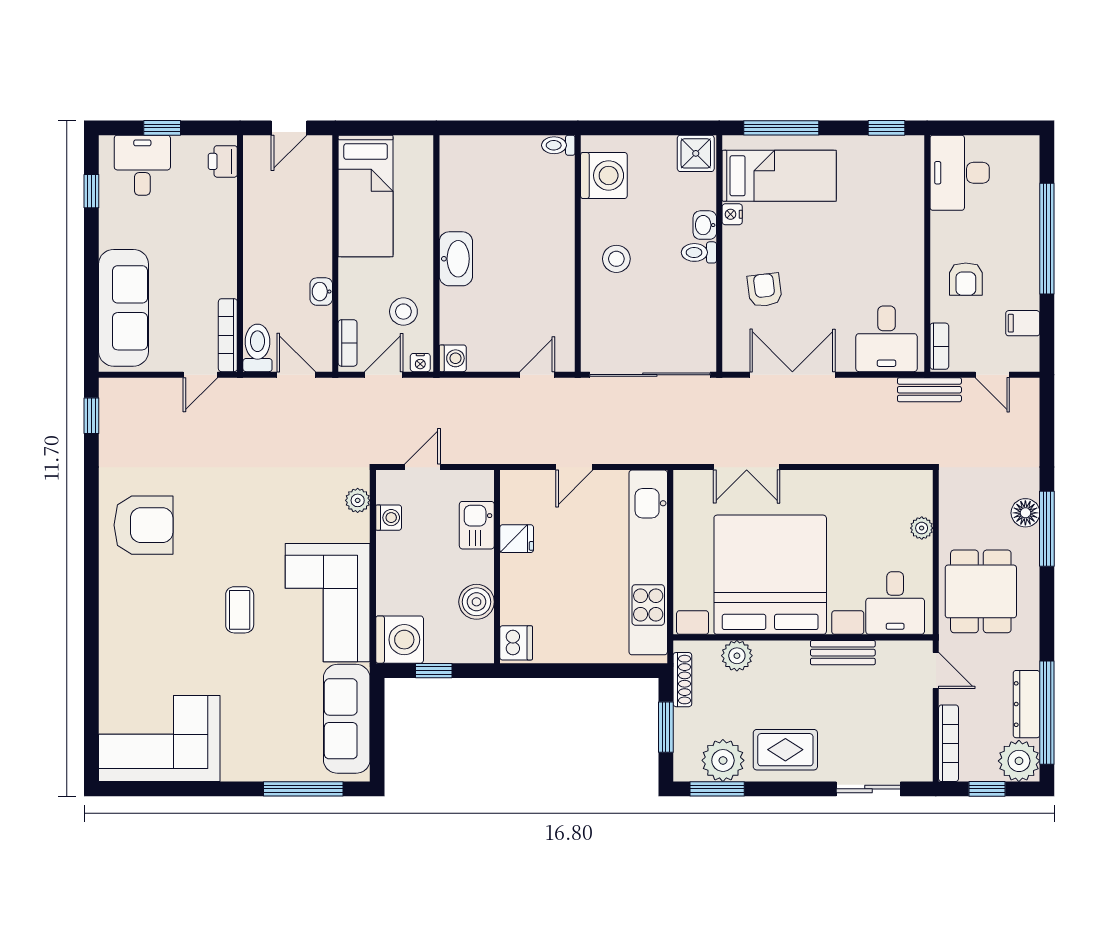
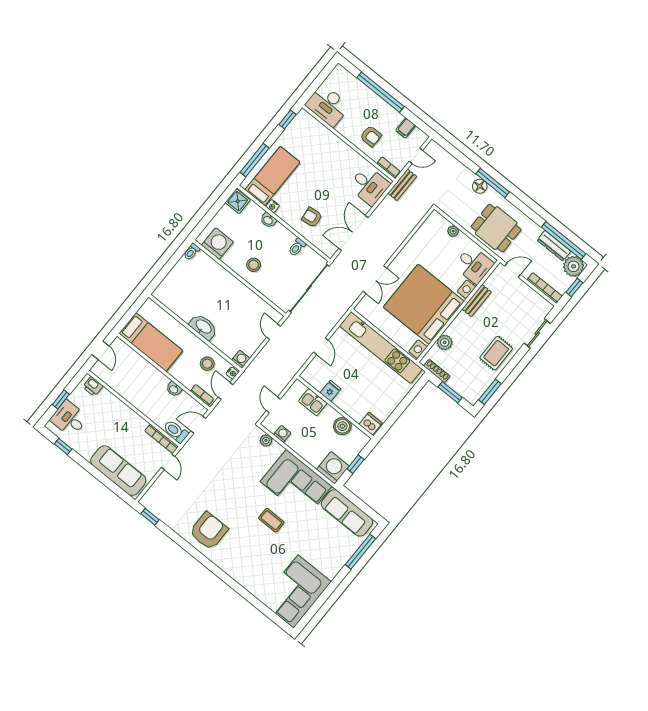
toilet: (699, 252) -> (297, 247), moved
plant: (723, 760) -> (481, 381), removed

